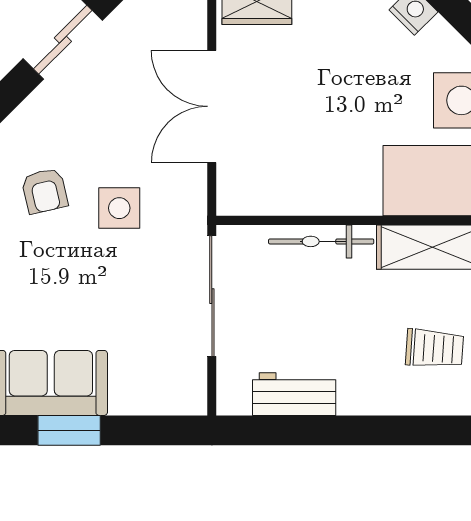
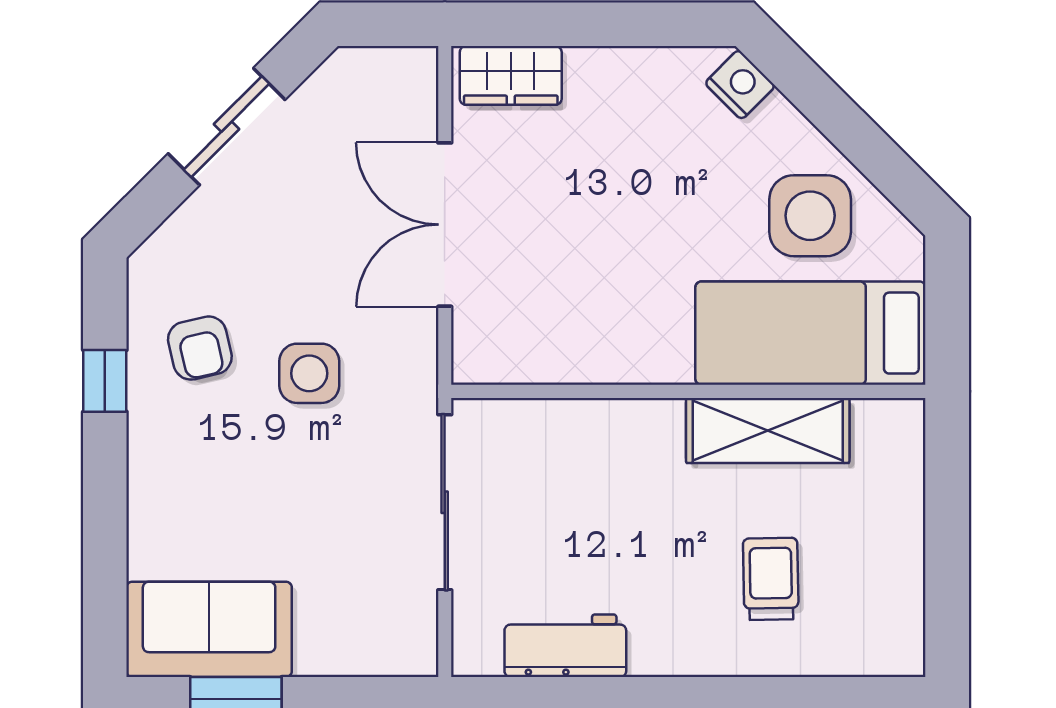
bicycle: (321, 241) -> (605, 422), removed
trolley: (434, 348) -> (771, 579), turned -95

